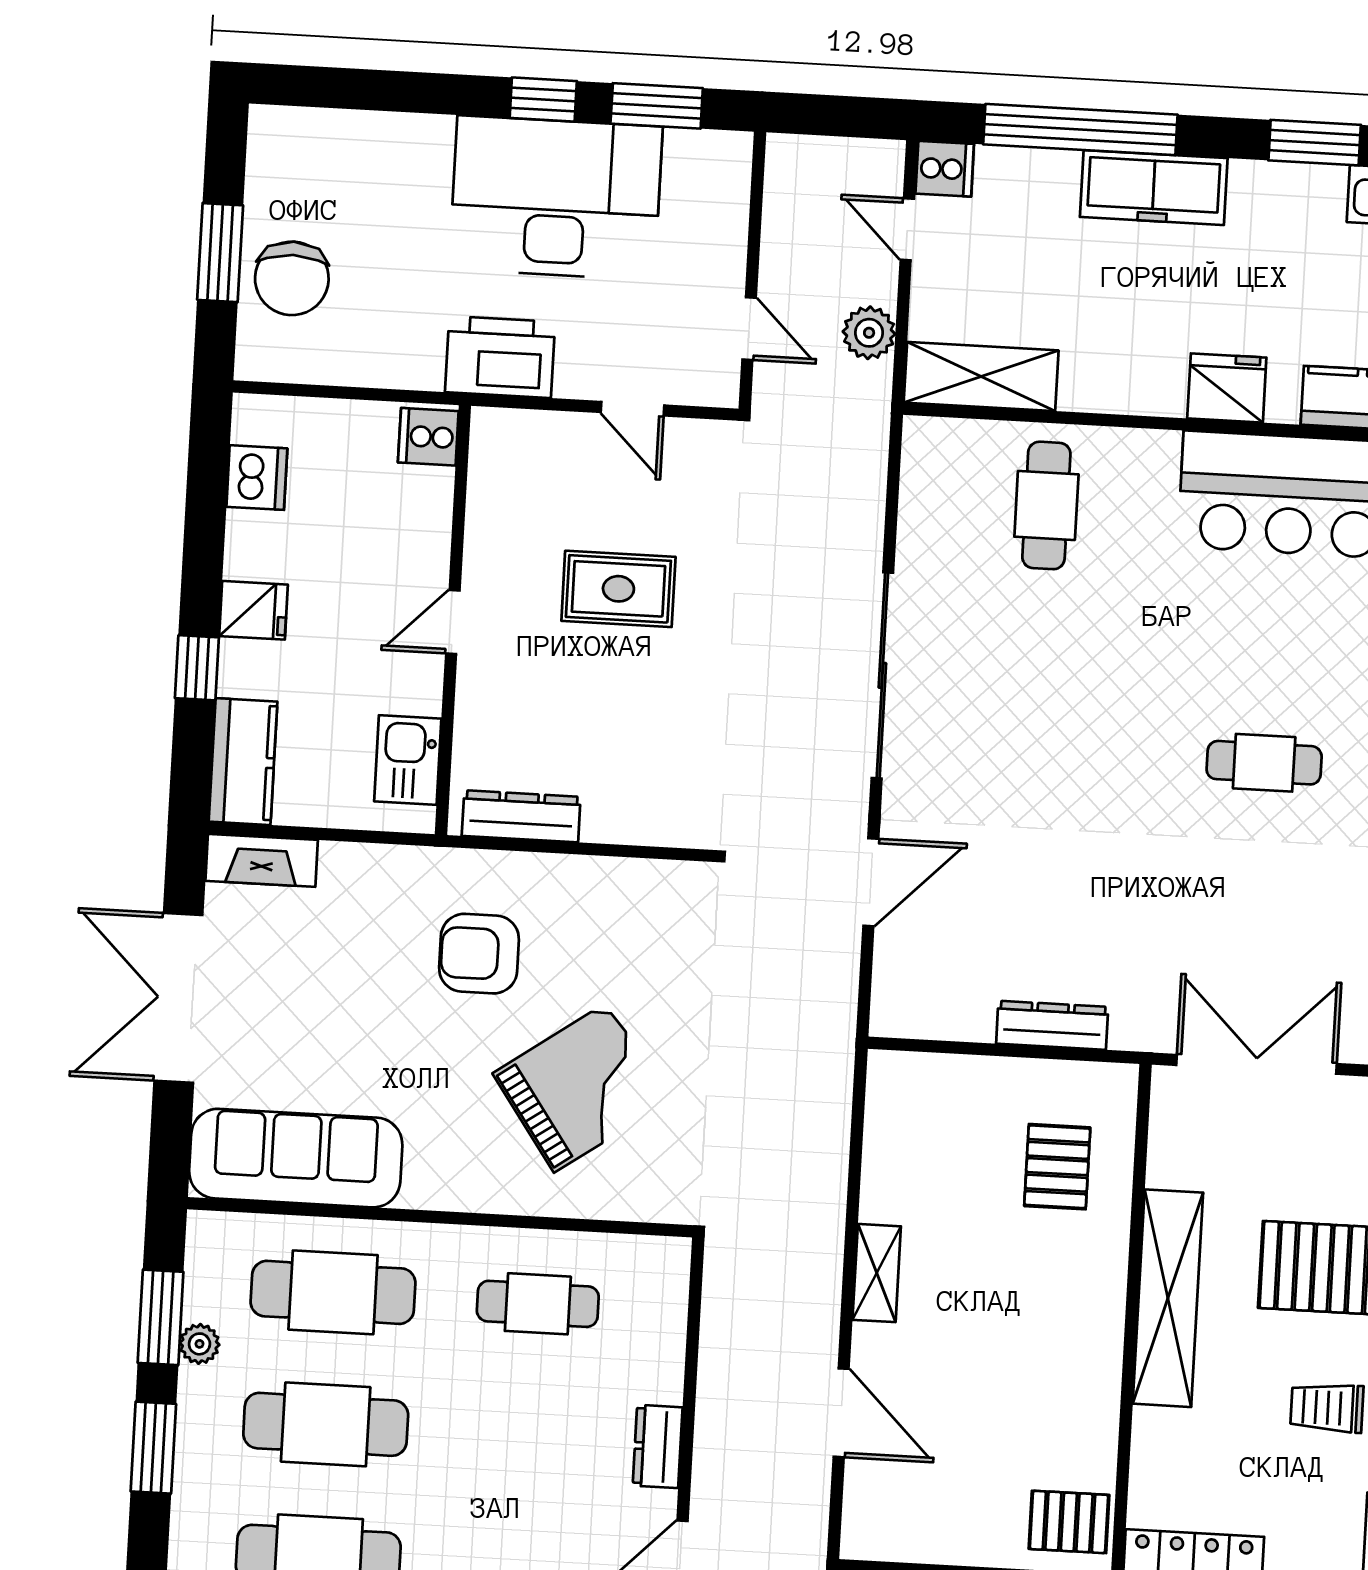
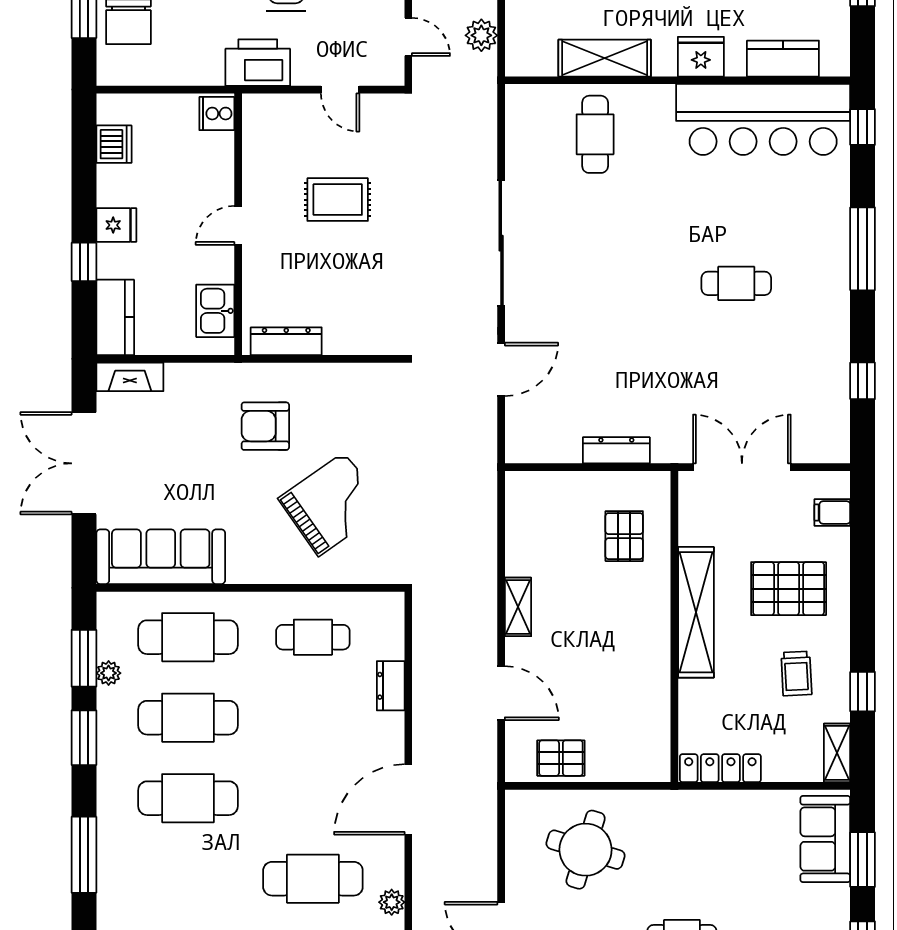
shelving: (981, 376) -> (605, 58), moved
trolley: (1327, 1408) -> (796, 673), turned -93
dresser: (658, 1447) -> (391, 686), moved
pallet: (1069, 1522) -> (561, 758), moved

